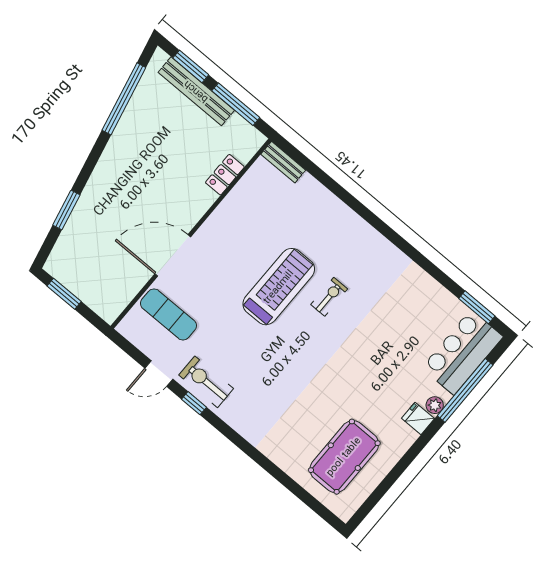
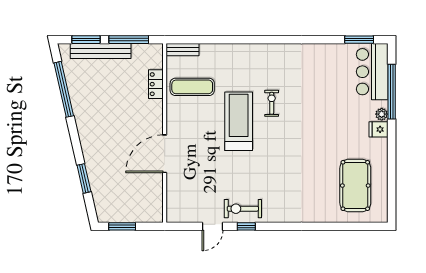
exercise mat: (168, 314) -> (192, 87), moved

